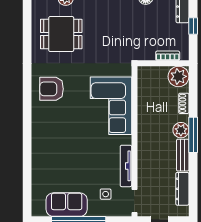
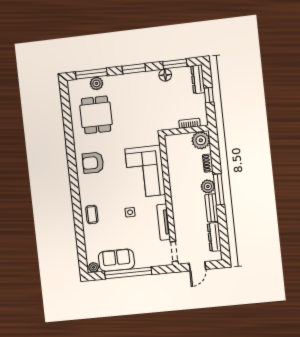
dining table: (61, 34) -> (96, 115), turned 90
coffee table: (44, 149) -> (92, 214), added
side table: (106, 194) -> (130, 212), moved
plant: (39, 210) -> (94, 267), added

